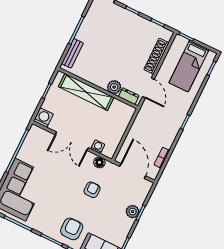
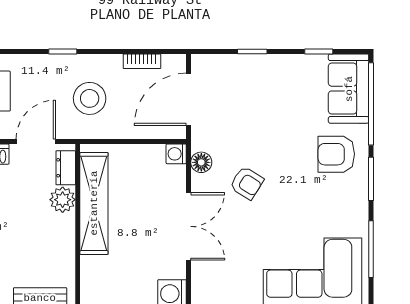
shelving: (86, 92) -> (94, 203), moved
stool: (156, 124) -> (90, 98), added
washing machine: (98, 147) -> (176, 154), moved
armchair: (92, 190) -> (247, 183), moved, turned -148
plant: (133, 212) -> (257, 66), removed

